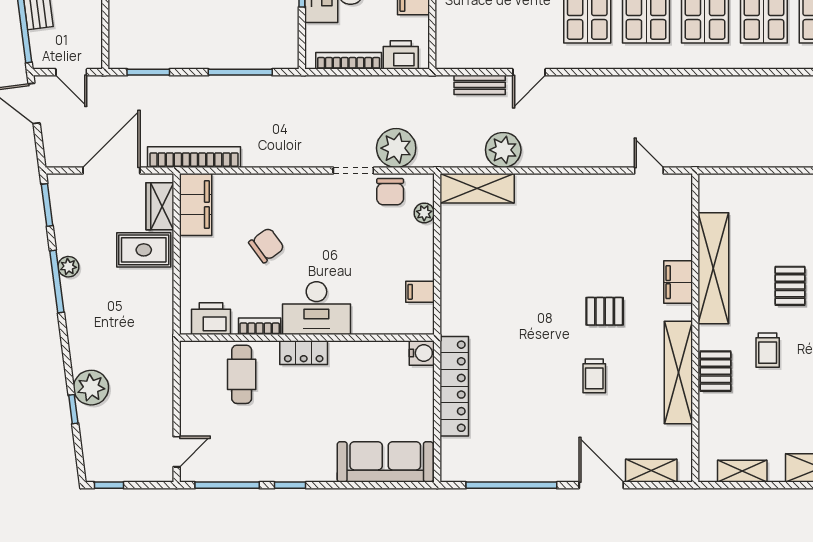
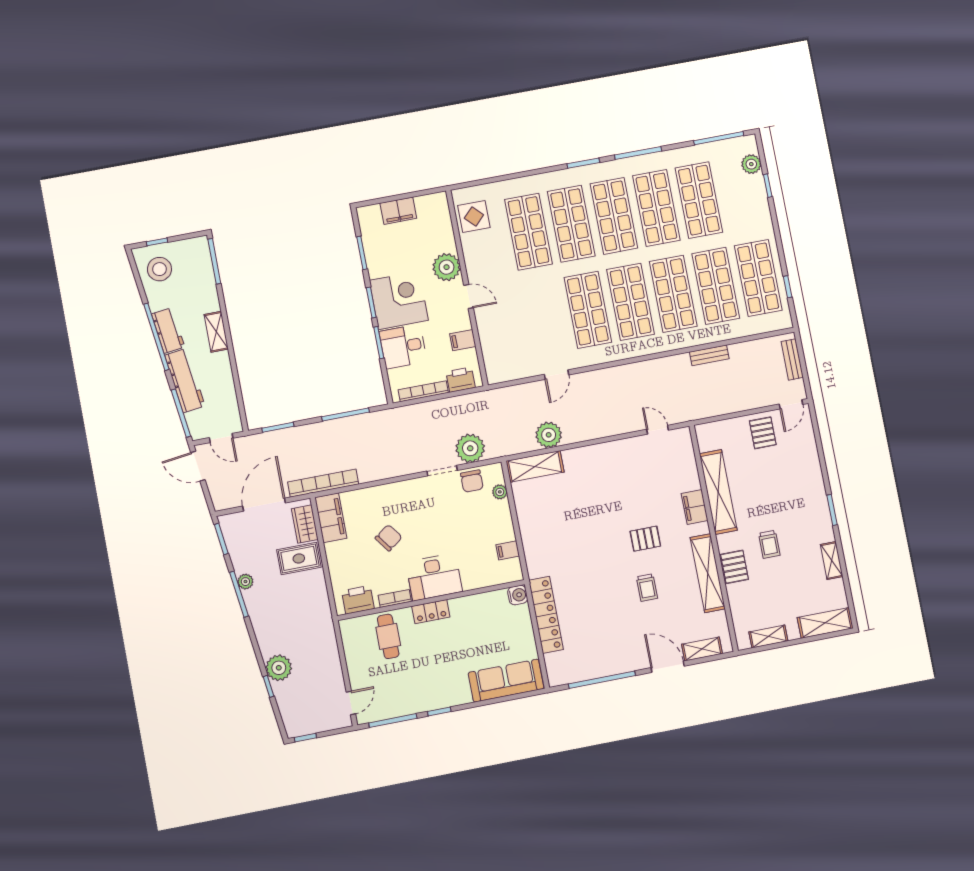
bench: (480, 85) -> (709, 355), moved
pallet: (790, 286) -> (763, 433), moved

